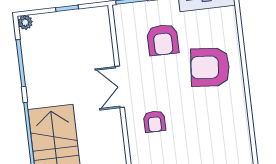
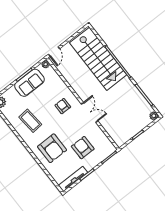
armchair: (210, 67) -> (52, 148), turned 85
coffee table: (218, 129) -> (30, 121), added

